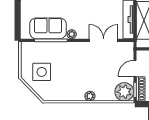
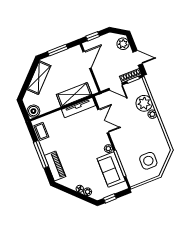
window: (18, 15) -> (110, 198), added
double door: (104, 40) -> (103, 121), swing flipped
plant: (124, 92) -> (144, 103), moved

